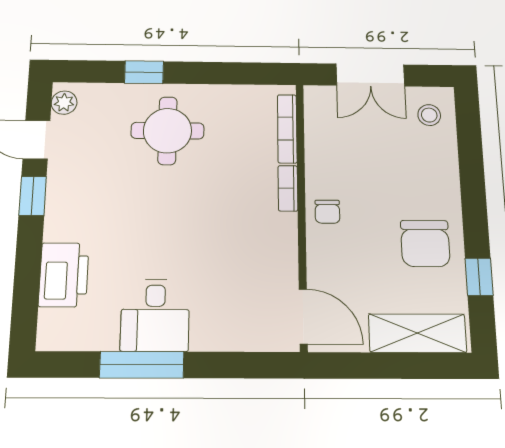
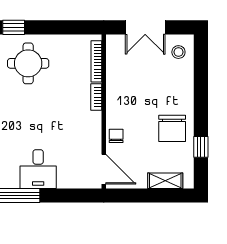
chair: (327, 212) -> (116, 136), moved, turned 180
desk: (155, 315) -> (38, 169), moved
shelving: (417, 333) -> (165, 181), width x0.67, depth x0.75

